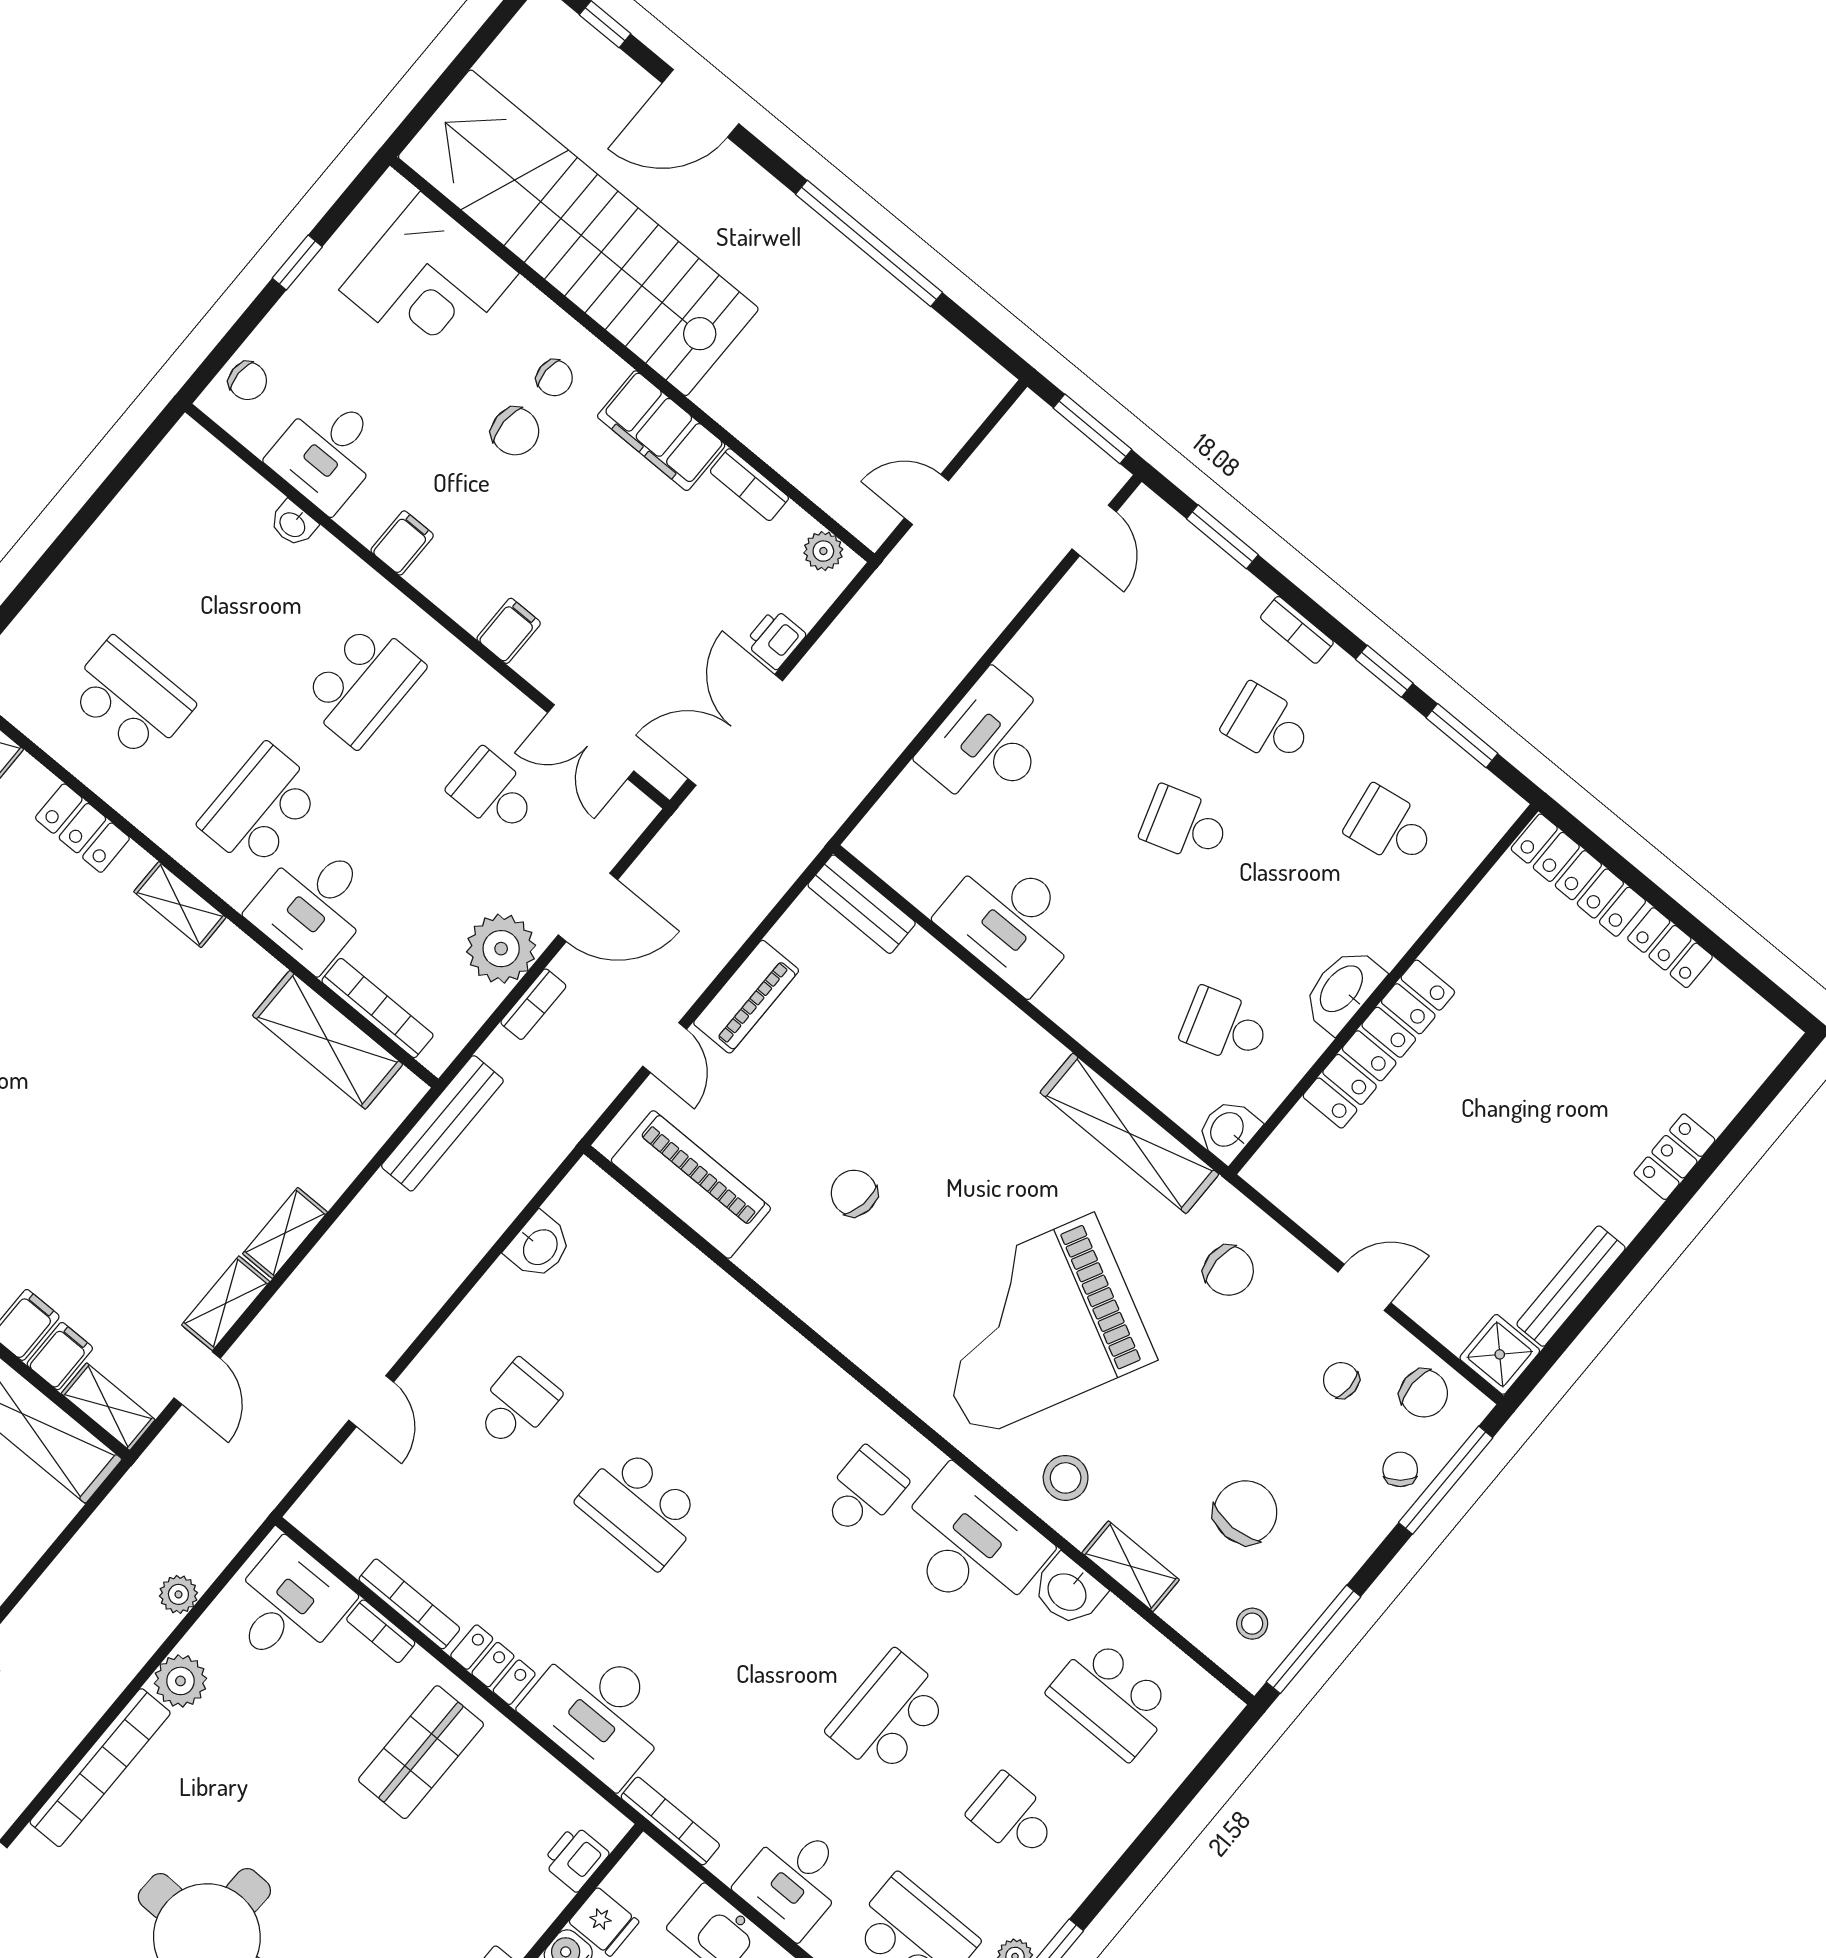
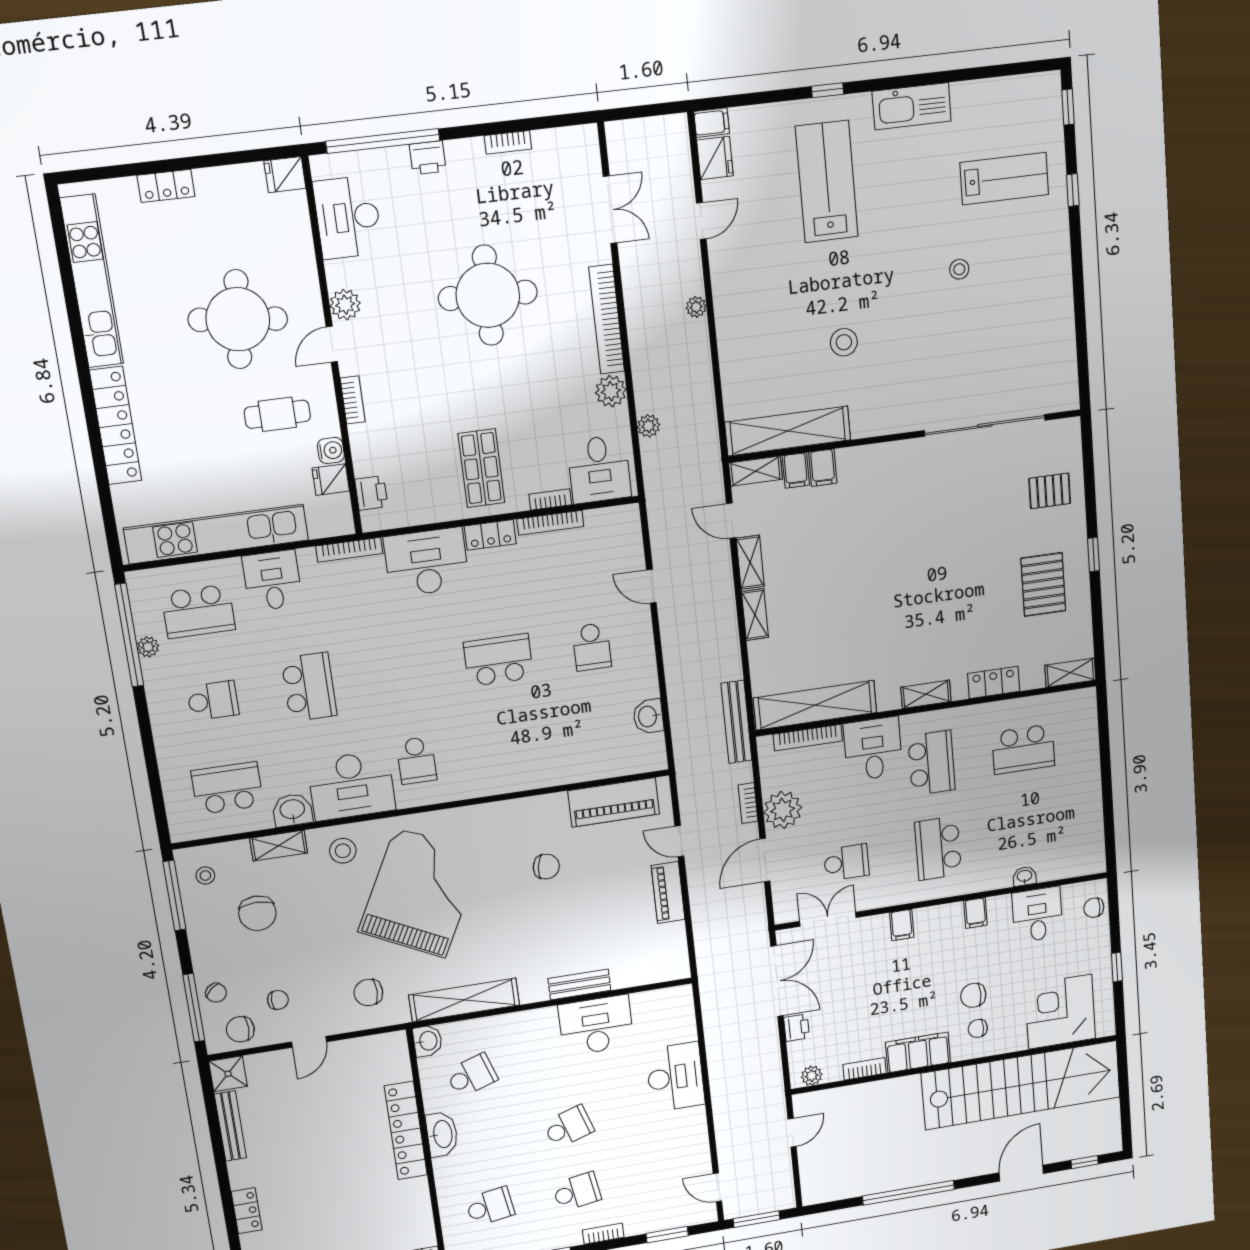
bench: (862, 904) -> (579, 984), moved
shelving: (328, 1040) -> (815, 705), width x1.47

